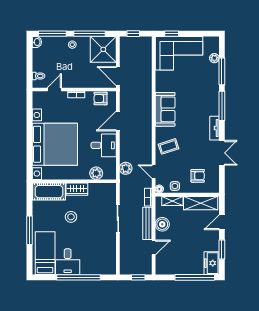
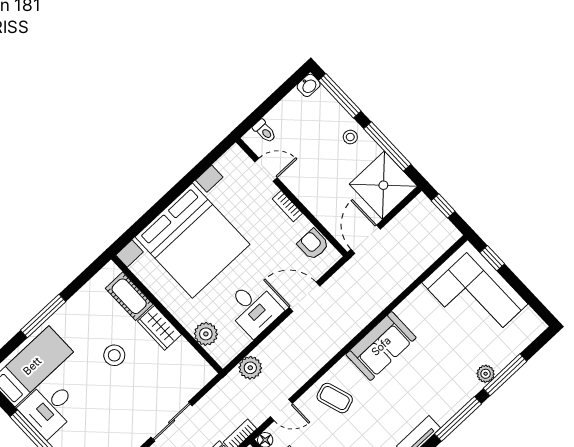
plant: (214, 58) -> (486, 374), moved
door: (154, 172) -> (281, 410), swing flipped
cot: (49, 192) -> (129, 296), width x0.73, depth x0.75

